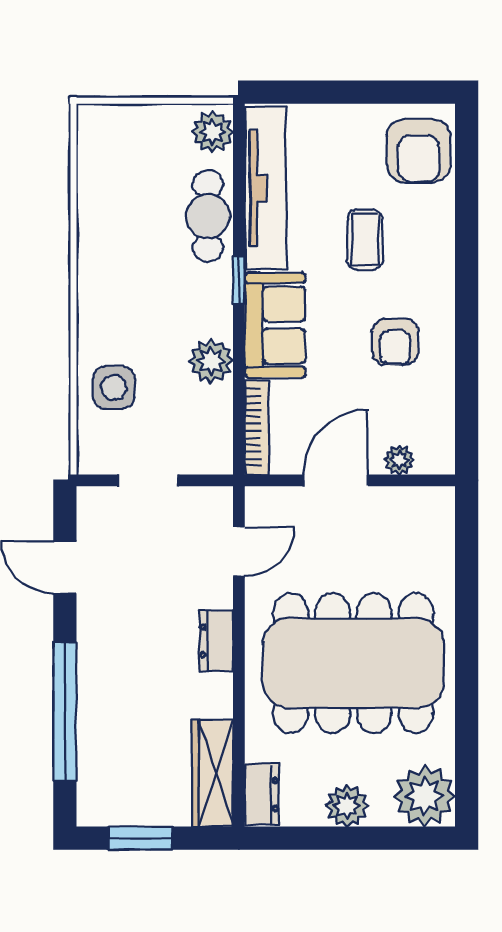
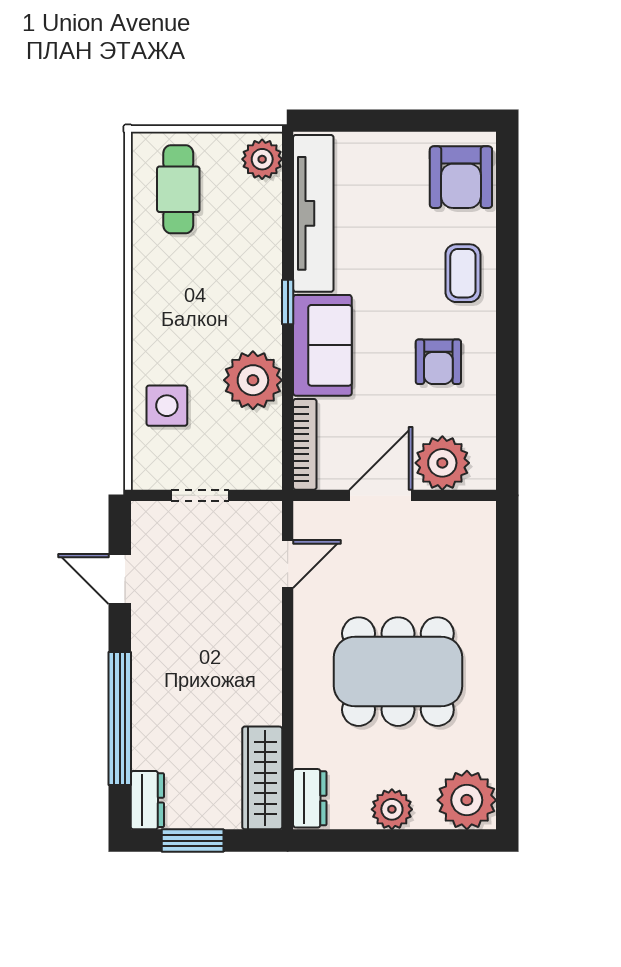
cafe table: (208, 216) -> (178, 189), moved
coffee table: (365, 240) -> (463, 273), moved
plant: (211, 361) -> (253, 380), width x1.36, depth x1.36
plant: (399, 460) -> (442, 463), width x1.88, depth x1.88
dresser: (216, 641) -> (147, 800), moved, turned 180
dining table: (353, 663) -> (398, 672), width x0.73, depth x0.80

